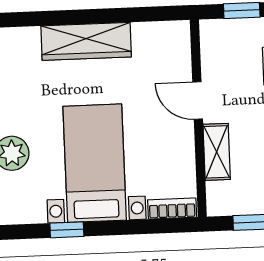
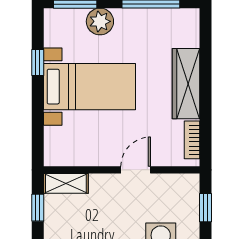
shelving: (217, 152) -> (66, 183), moved
bookcase: (172, 209) -> (192, 140), moved, turned 180

